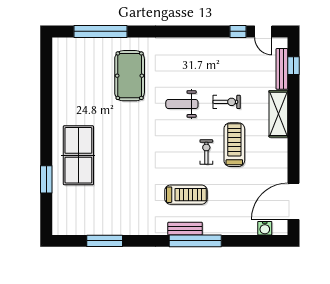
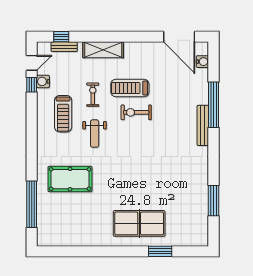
water cooler: (242, 45) -> (43, 81), added
bench: (282, 69) -> (64, 47), width x0.73
exercise bike: (206, 152) -> (136, 112), width x1.38, depth x1.39
treadmill: (186, 195) -> (63, 114), moved, turned 180
bench: (185, 229) -> (203, 125), width x1.36
window: (195, 241) -> (213, 105), moved

